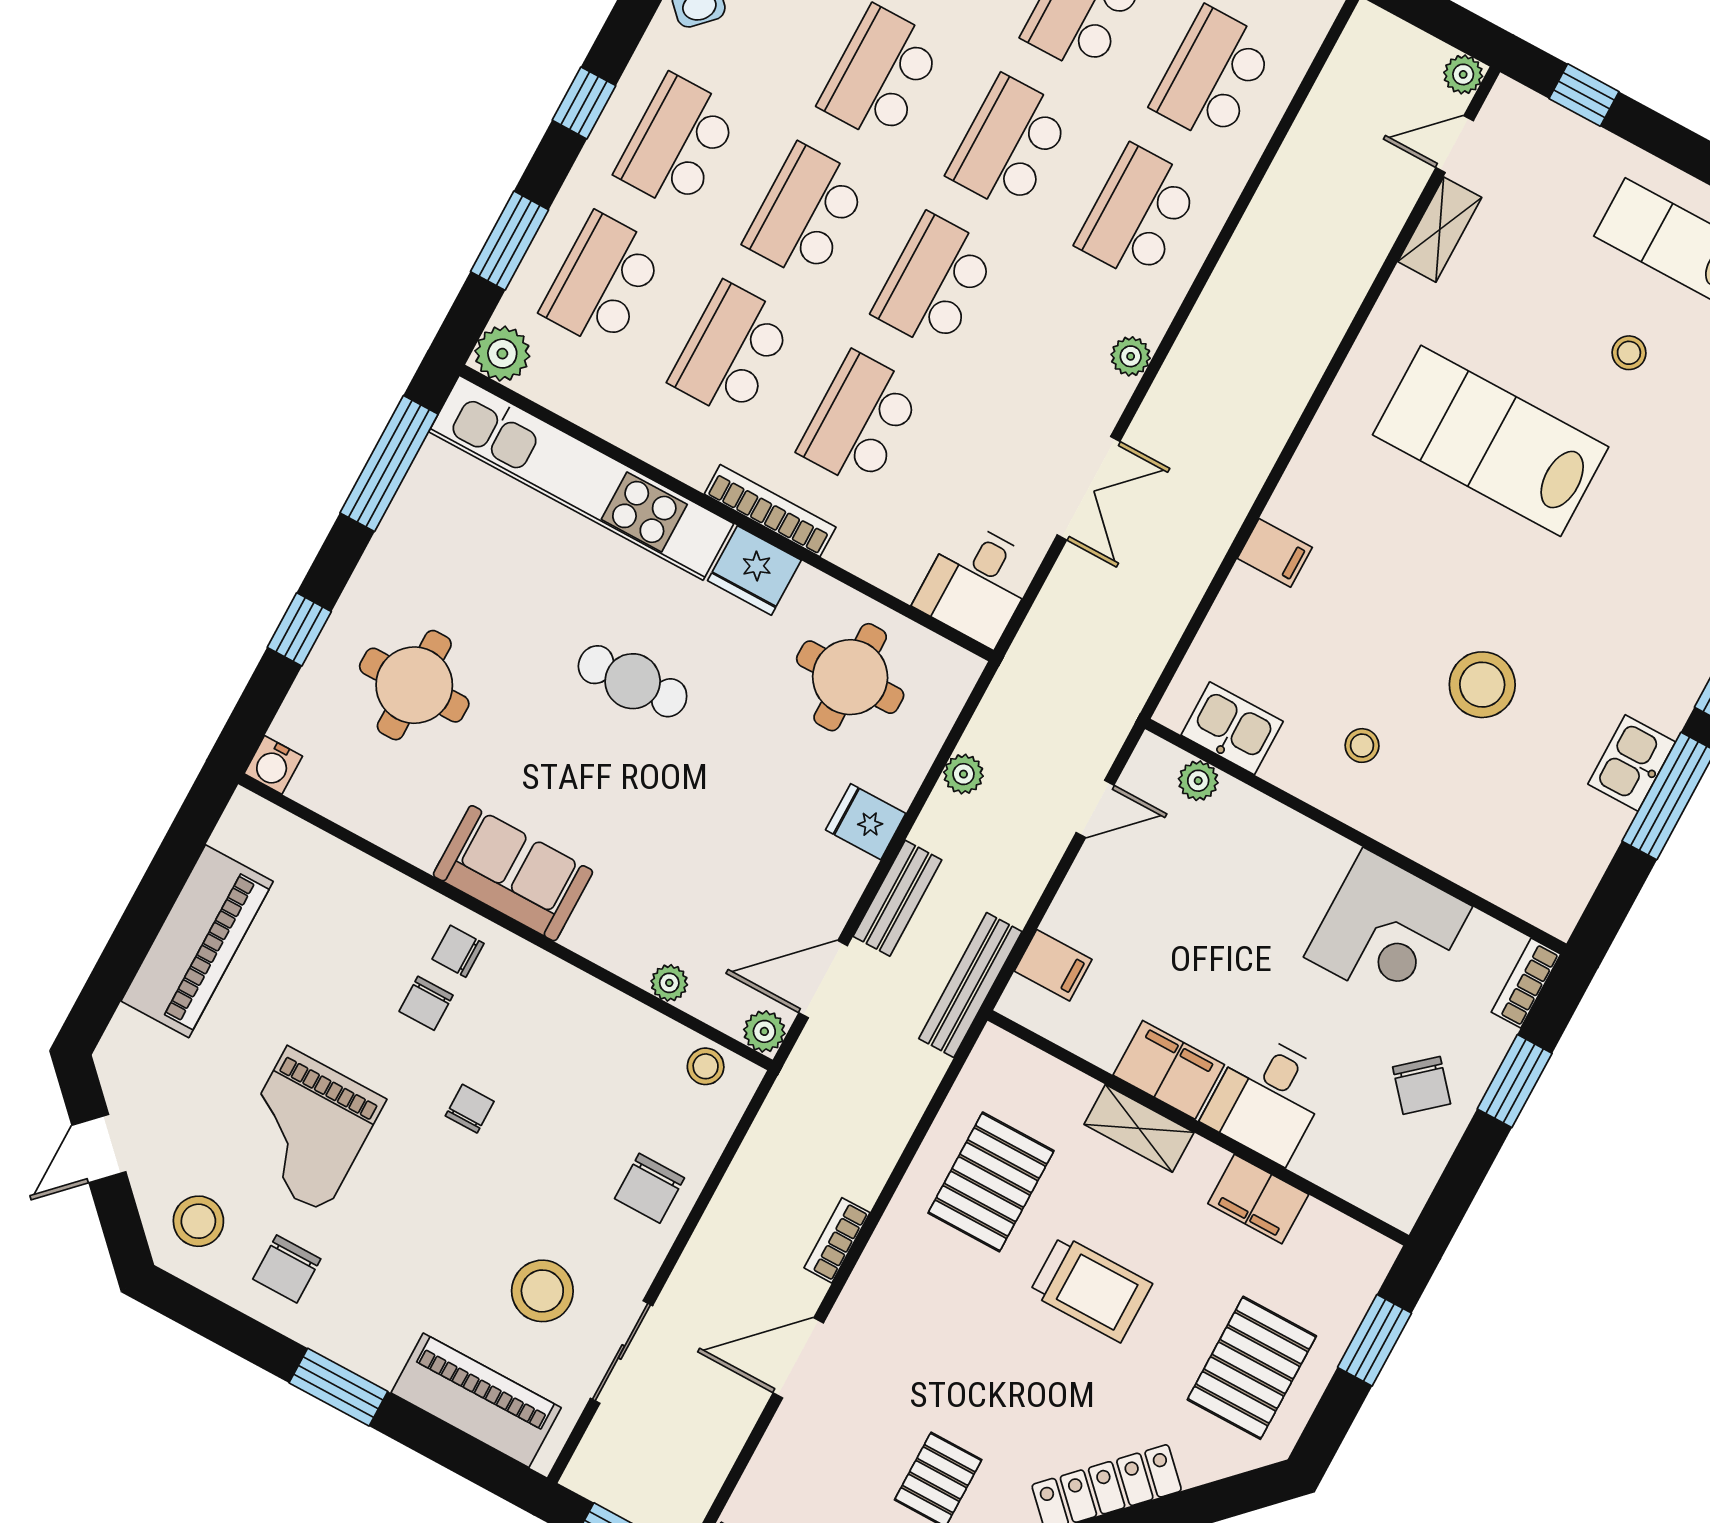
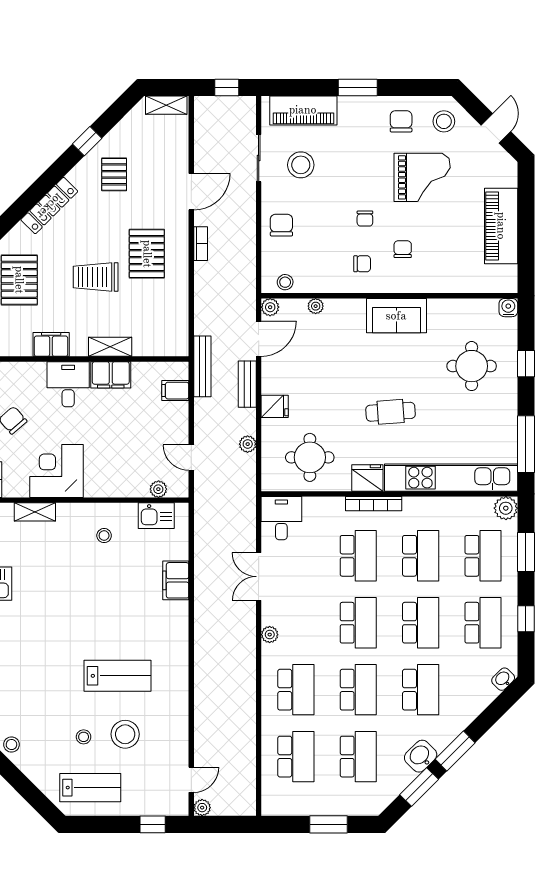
shelving: (1440, 230) -> (35, 512), moved, turned 90
lab bench: (1491, 441) -> (118, 676), width x0.73, depth x0.72
filing cabinet: (1275, 553) -> (176, 580), width x2.00
stool: (1482, 685) -> (125, 734), moved
door: (1095, 809) -> (191, 458), hinge flipped
chair: (458, 951) -> (362, 264), moved
grand piano: (306, 1130) -> (422, 177), turned 90
pallet: (991, 1182) -> (147, 254), moved

